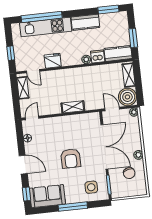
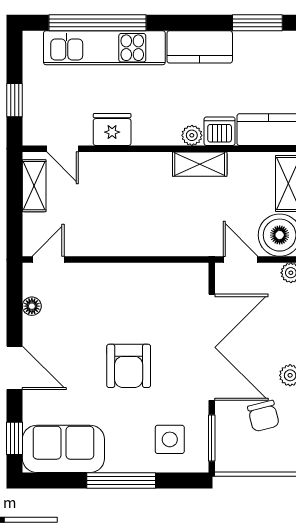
shelving: (73, 107) -> (200, 164), moved

